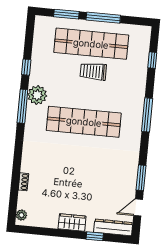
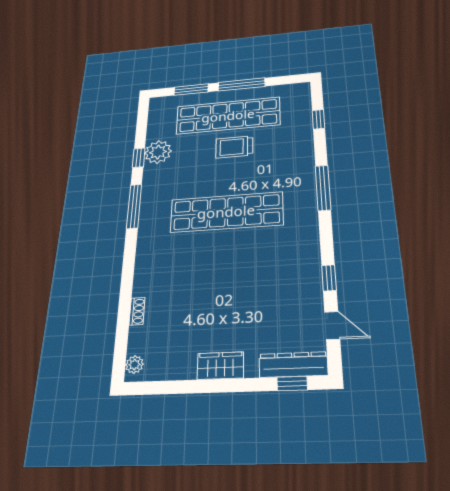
plant: (37, 95) -> (158, 152), moved
window: (141, 178) -> (329, 278), width x0.67
door: (138, 207) -> (332, 325), swing flipped
window: (95, 236) -> (292, 383), moved

